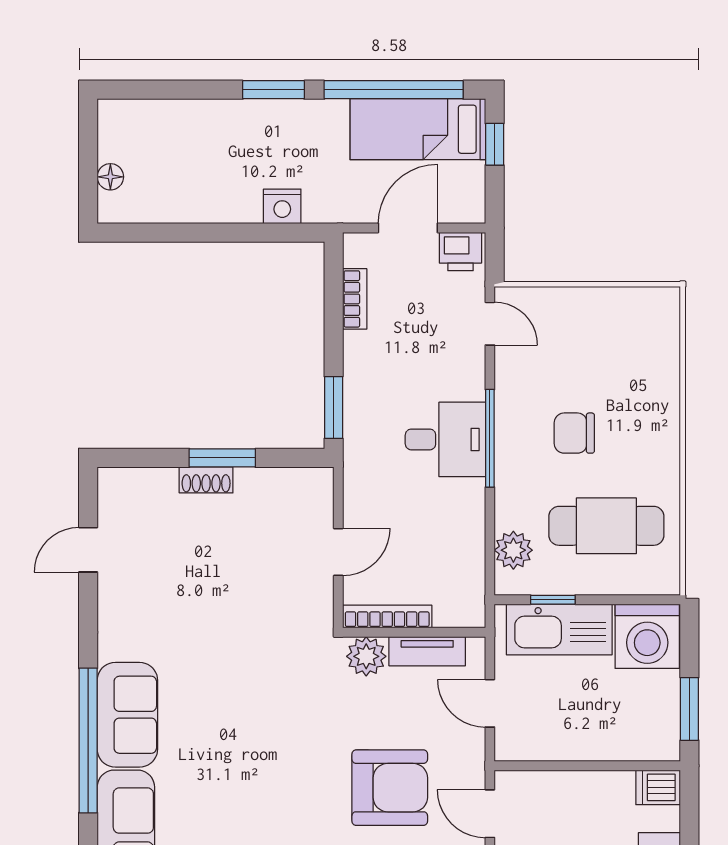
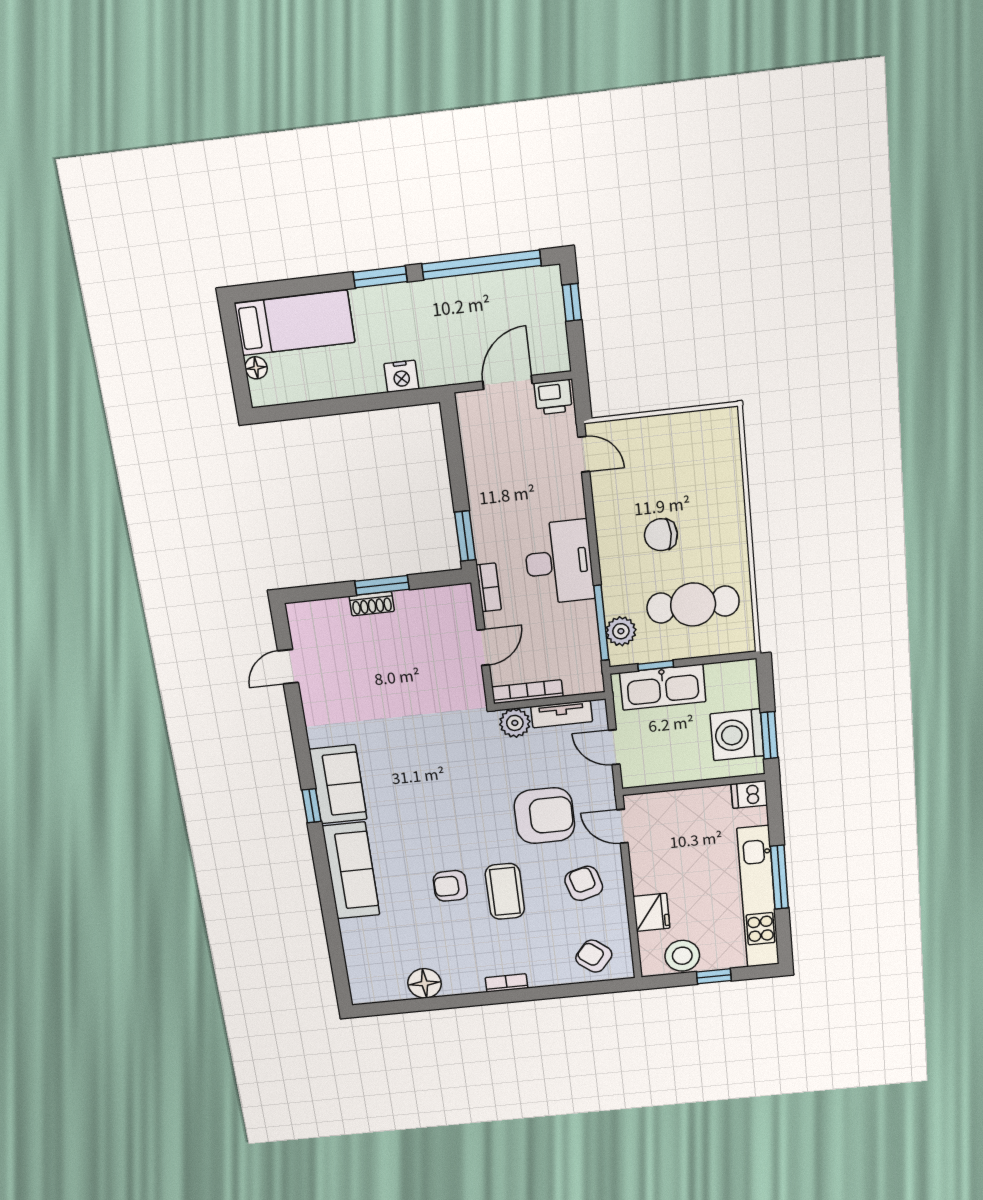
bed: (418, 129) -> (295, 323), moved, turned 180
bookcase: (355, 299) -> (489, 587), moved
window: (490, 438) -> (601, 623), moved
desk: (445, 439) -> (559, 562), width x1.37
washing machine: (647, 636) -> (737, 735), moved, turned 90
window: (88, 741) -> (312, 806), width x0.32

